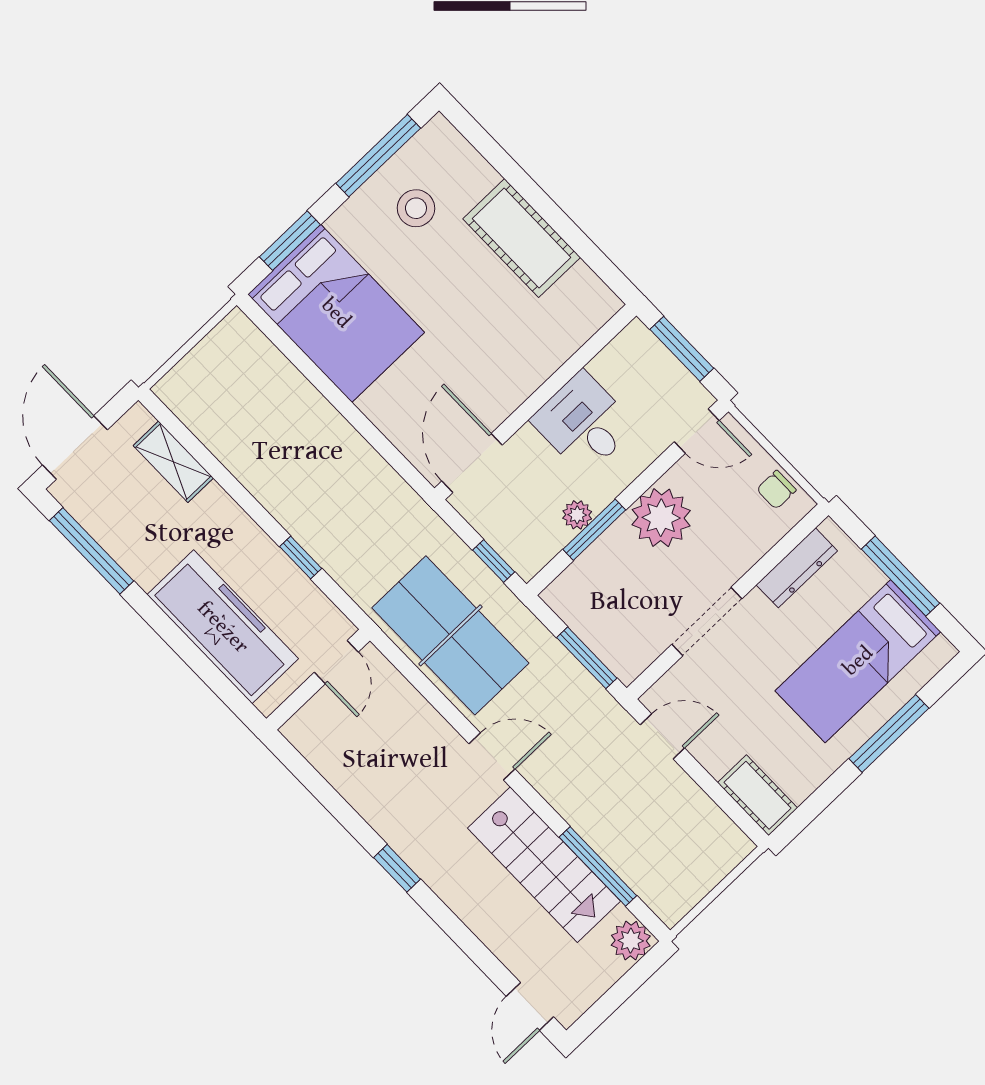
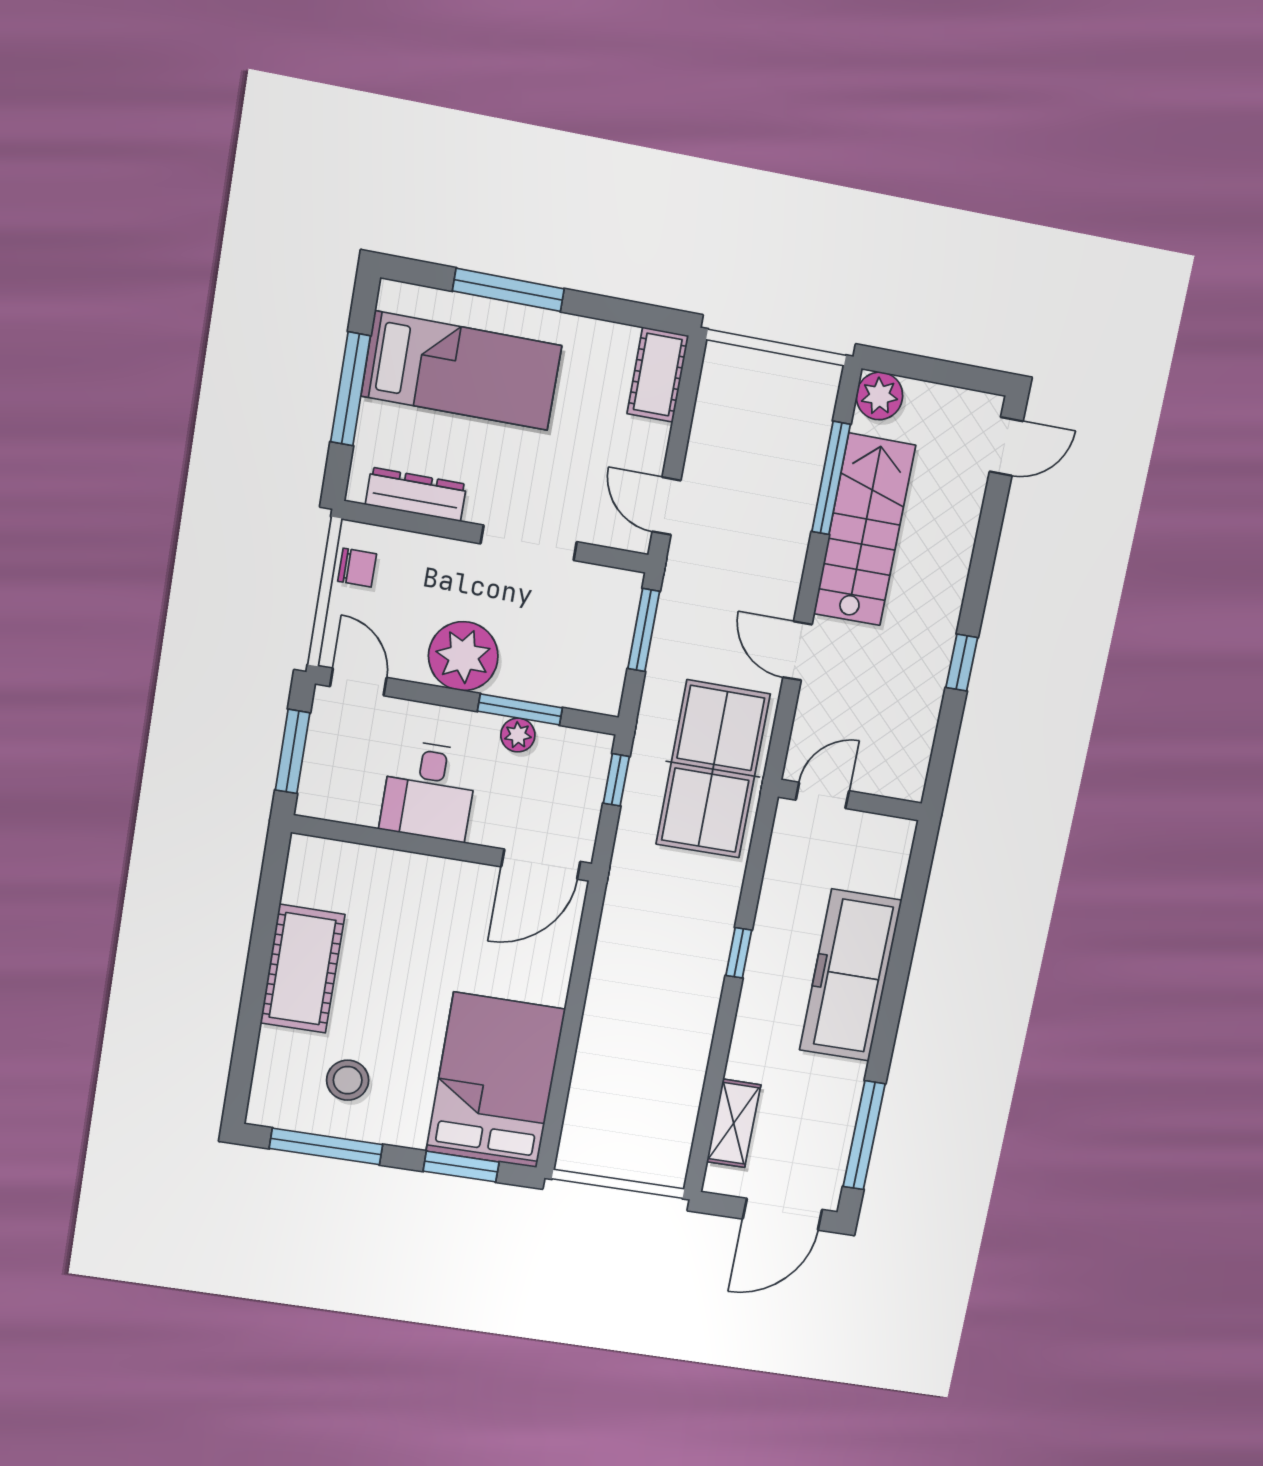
door: (336, 662) -> (822, 795), moved
wall: (318, 680) -> (850, 800), moved

